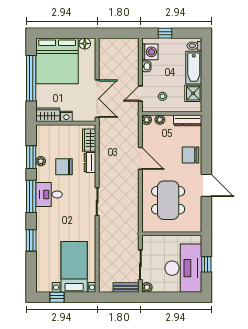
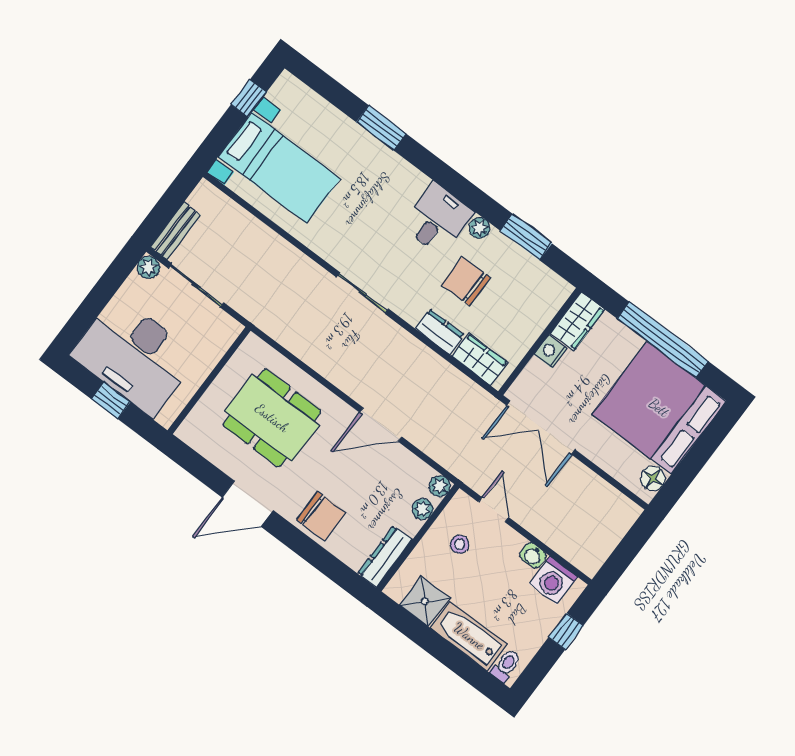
chair: (191, 155) -> (321, 516), turned 90
plant: (41, 161) -> (479, 228), moved
chair: (64, 167) -> (466, 281), turned -90
window: (31, 196) -> (458, 186), removed

